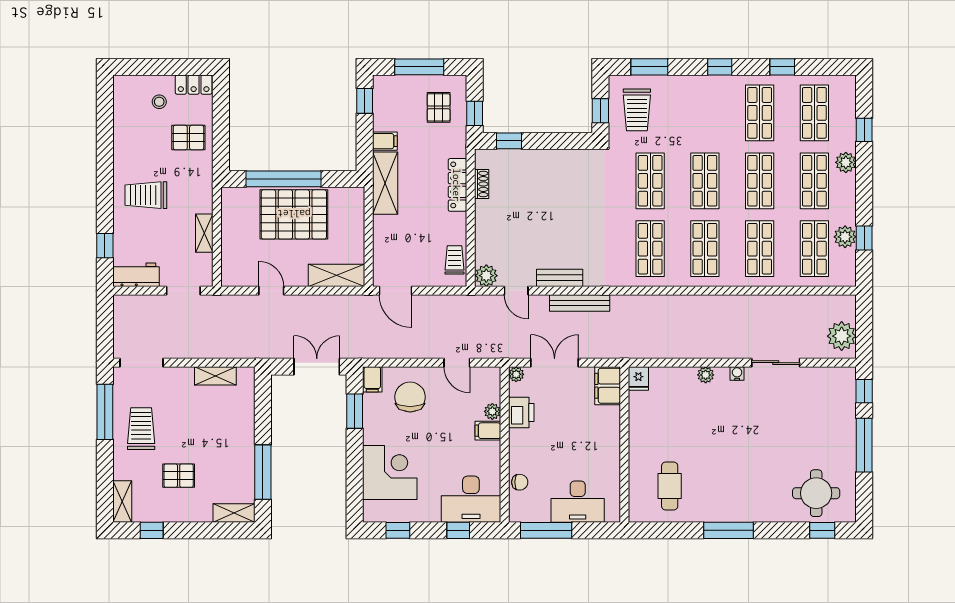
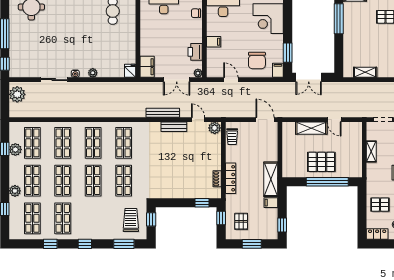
window: (419, 67) -> (252, 244), width x0.69
pallet: (294, 214) -> (321, 162), width x0.73, depth x0.71
shelving: (336, 275) -> (311, 128), moved
plant: (492, 411) -> (211, 52), removed

